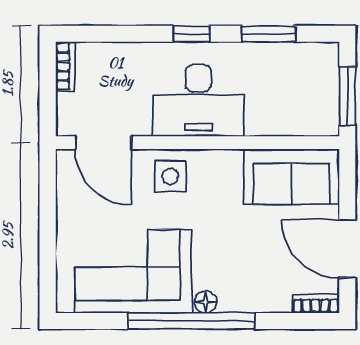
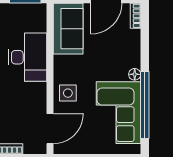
desk: (198, 101) -> (28, 57), moved
window: (192, 321) -> (145, 105), moved

